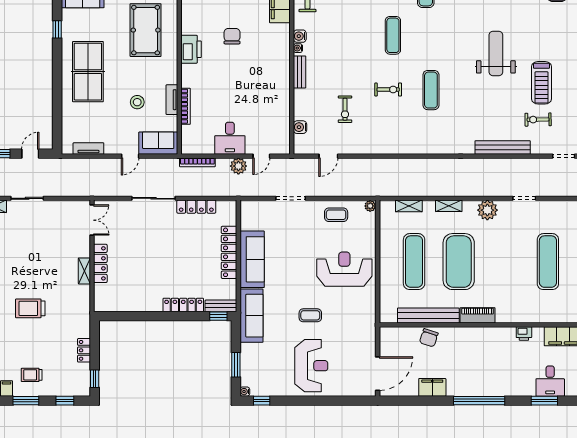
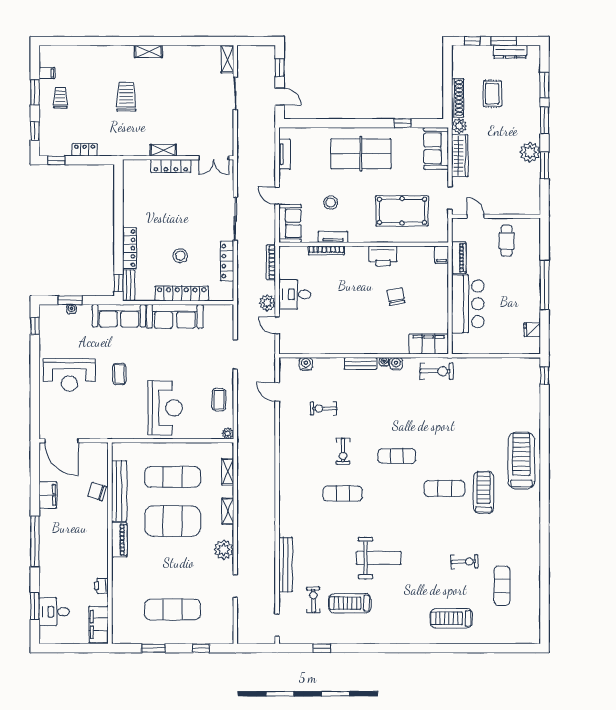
chair: (232, 36) -> (396, 296), turned -101
stool: (191, 254) -> (180, 256), added
water cooler: (245, 392) -> (71, 309), moved

